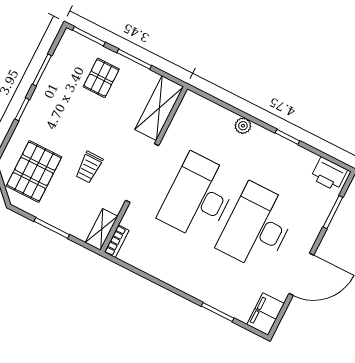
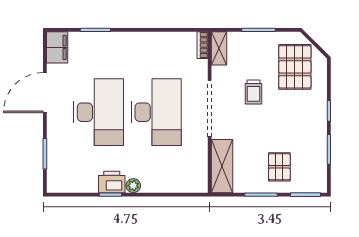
plant: (243, 126) -> (133, 186), moved
trolley: (89, 167) -> (253, 92), turned 180
printer: (329, 174) -> (112, 182), moved

